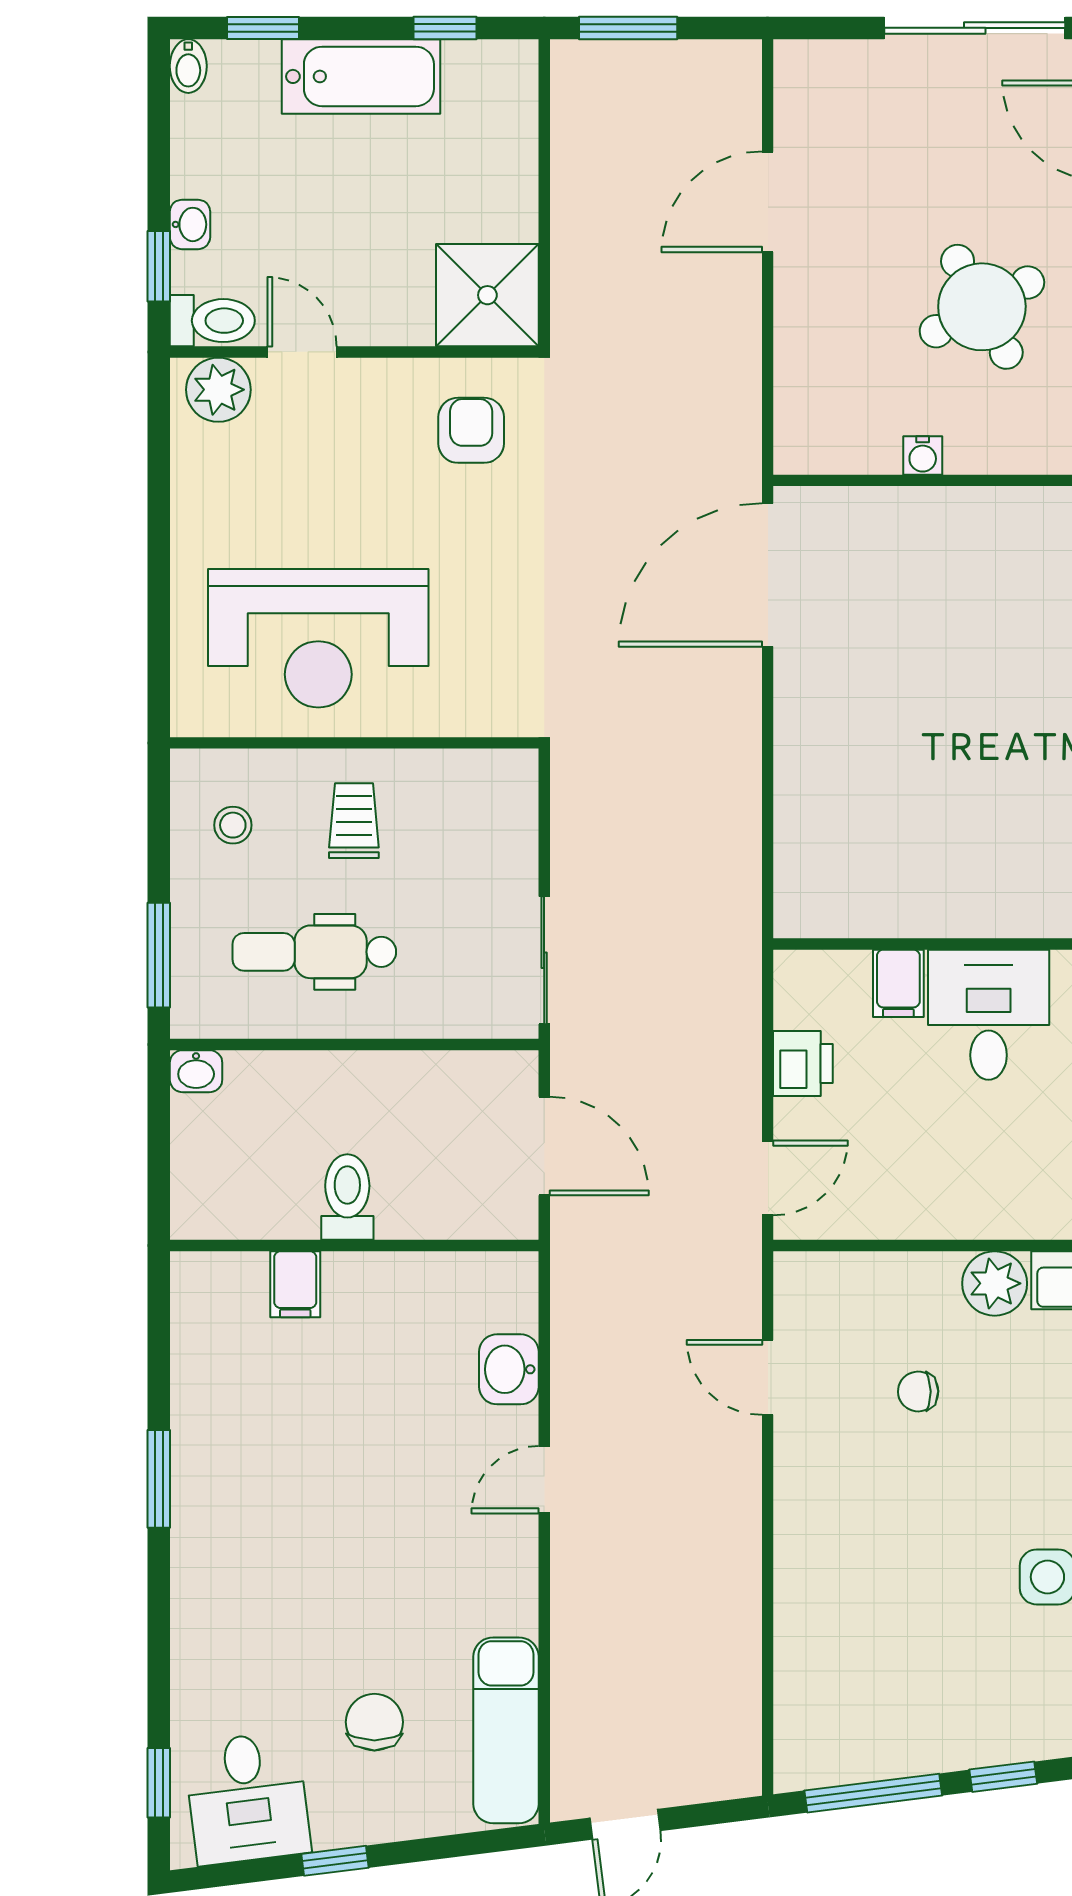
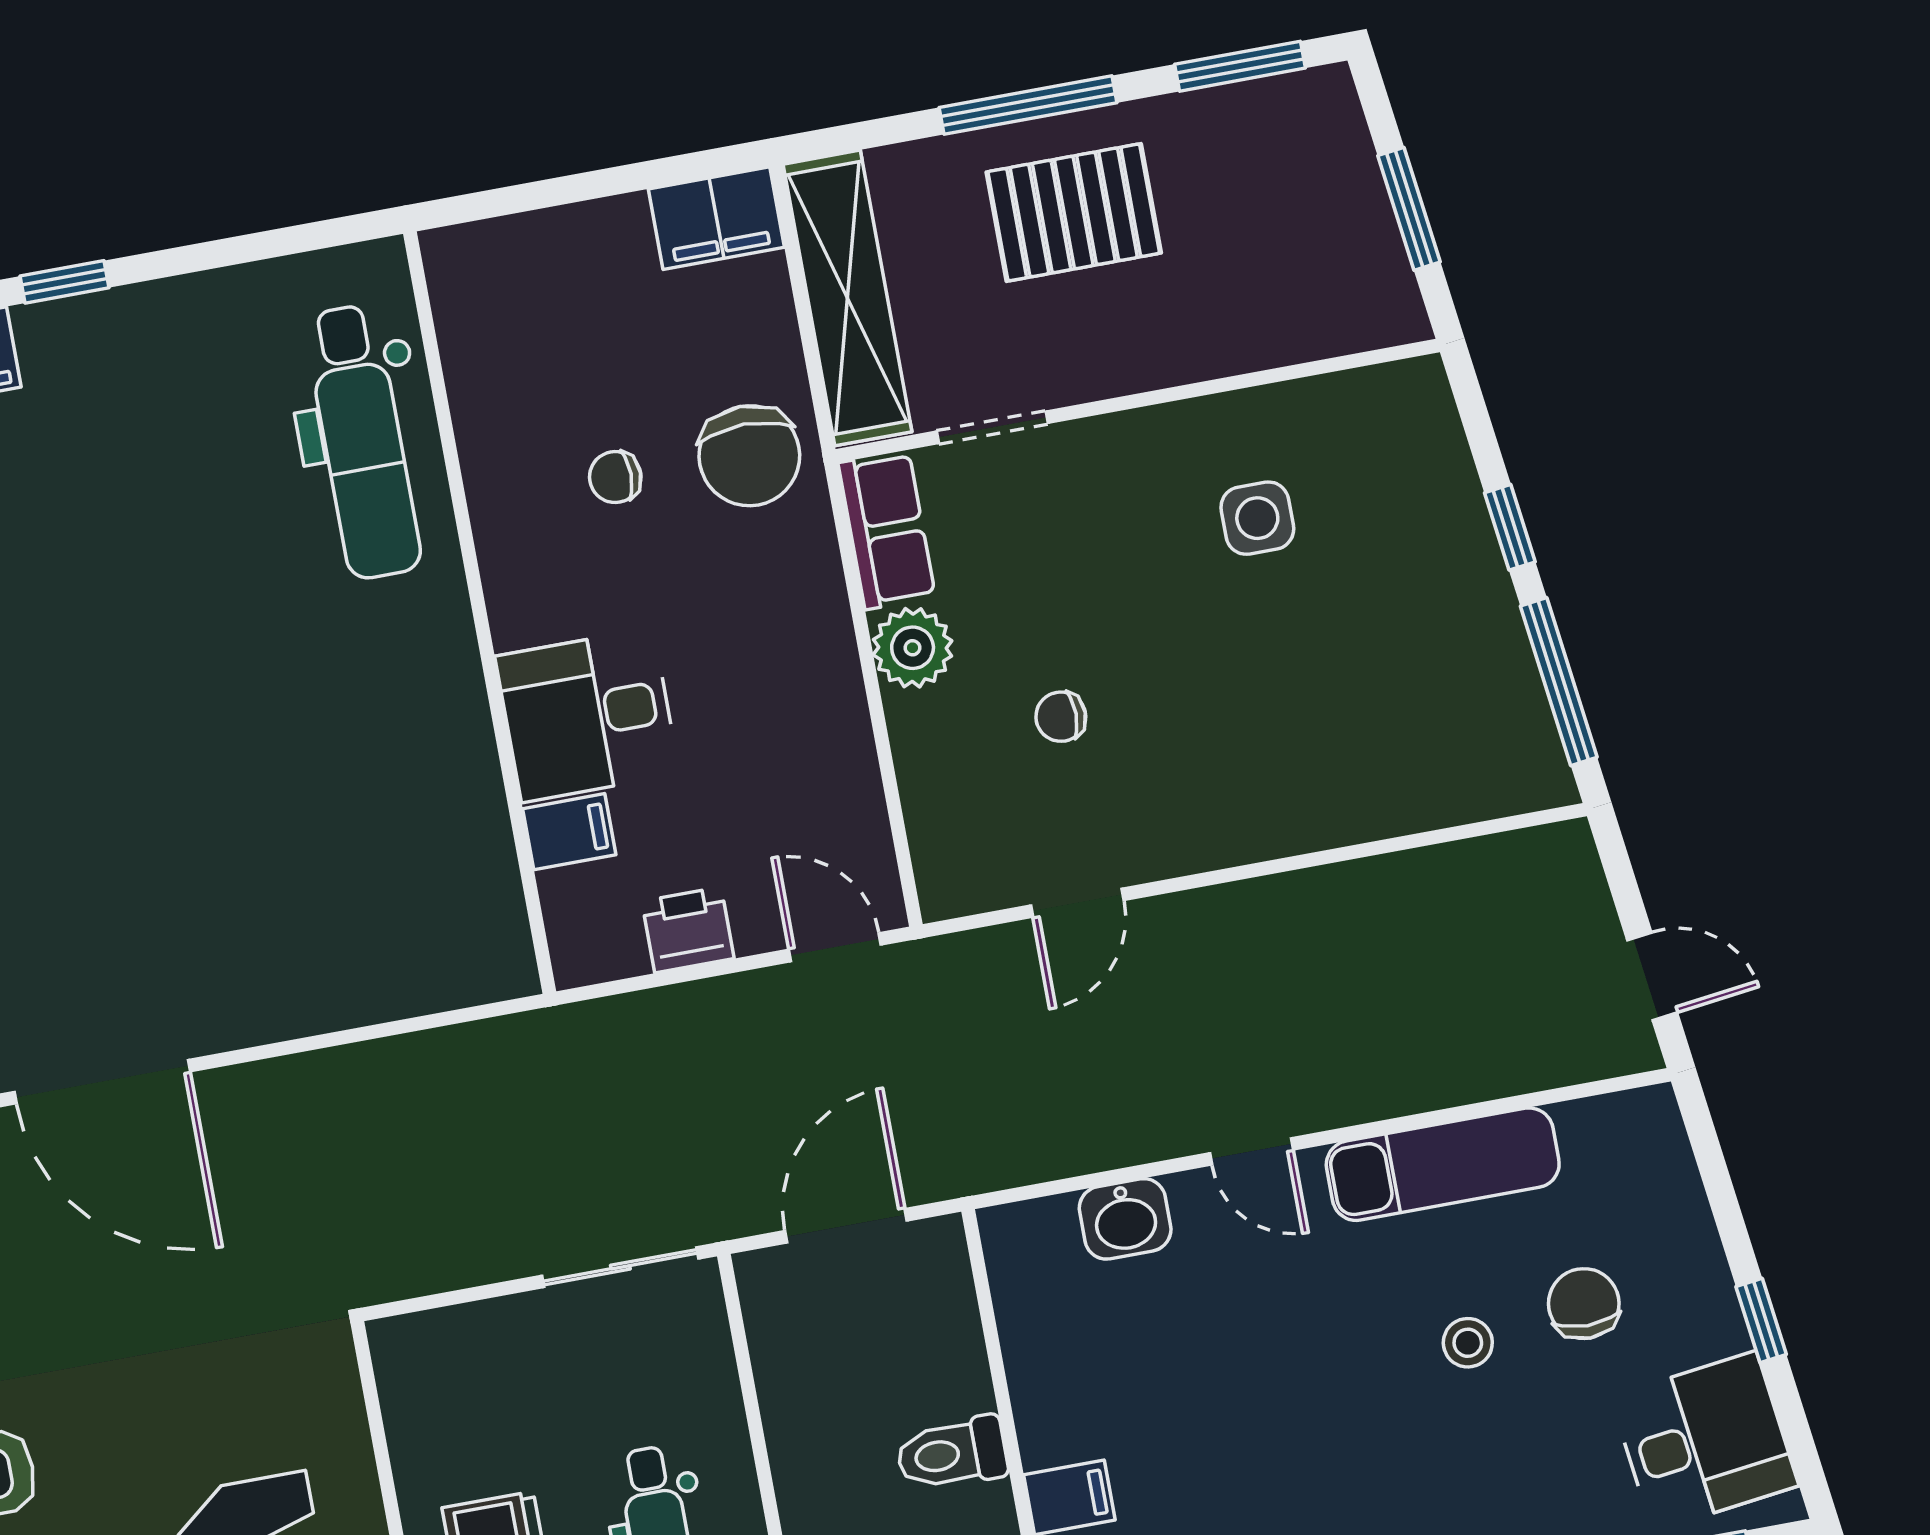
chair: (918, 1391) -> (1061, 717), turned 91
stool: (360, 1624) -> (1468, 1343), added
chair: (374, 1722) -> (1584, 1304), turned 90
exam couch: (506, 1730) -> (1443, 1164), moved

